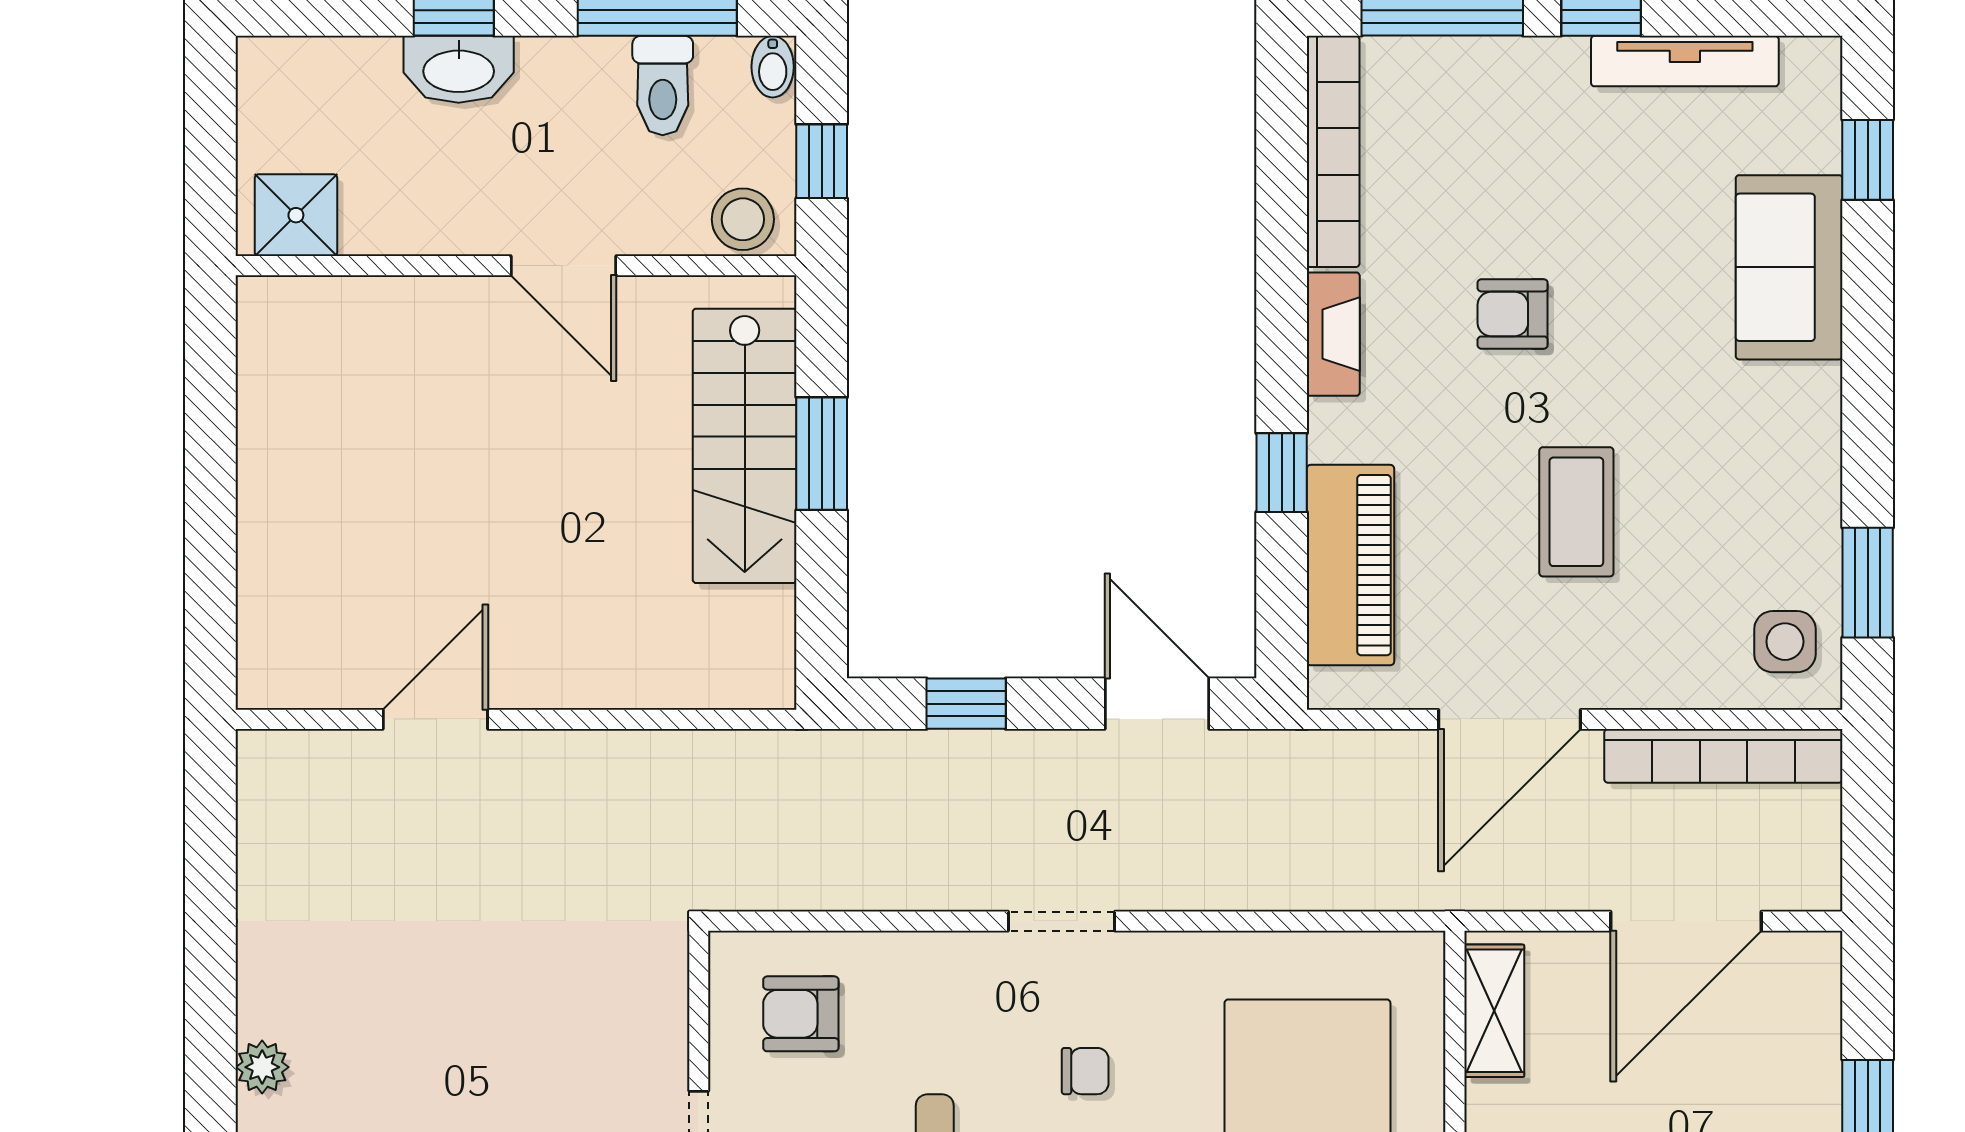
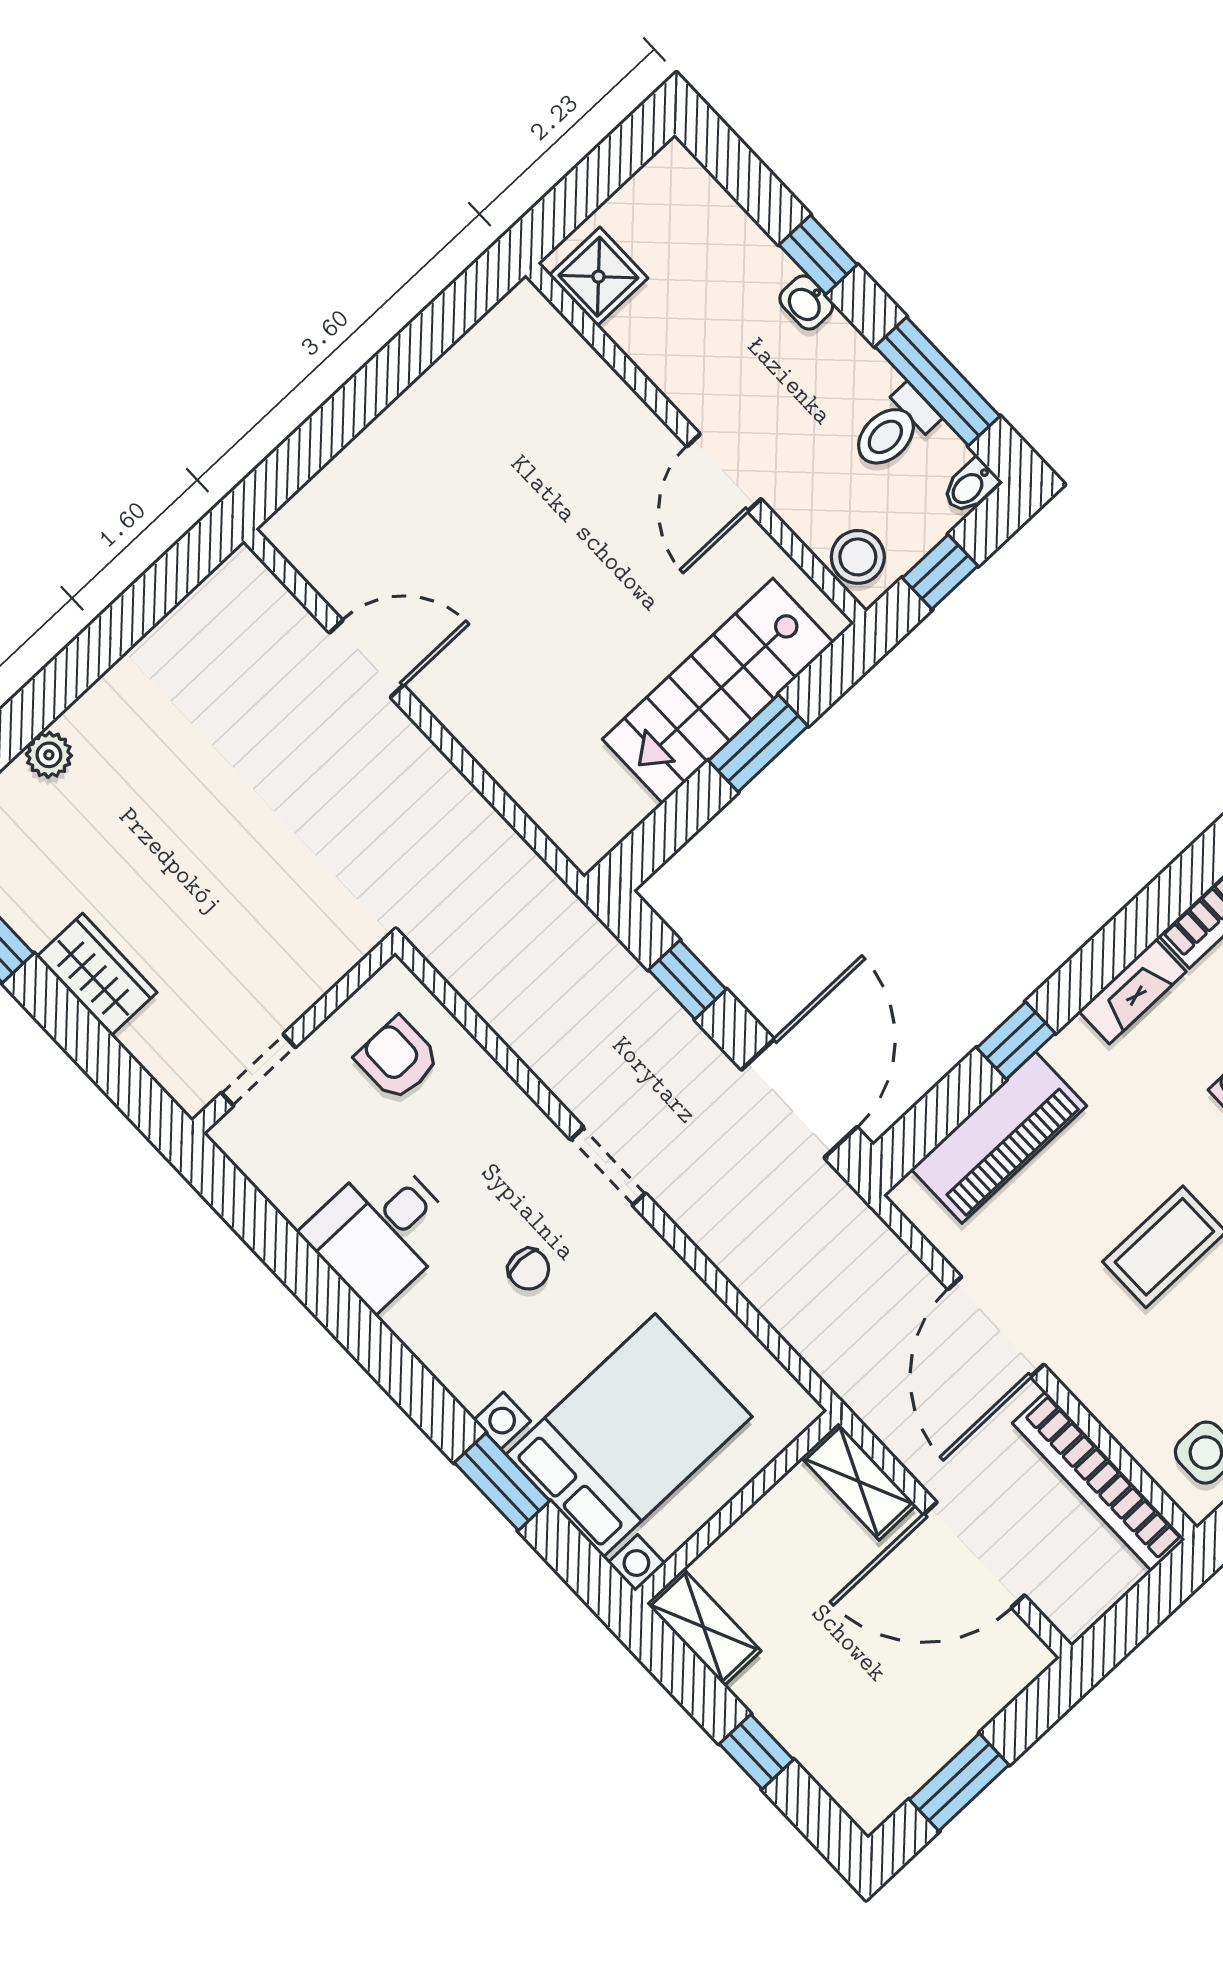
washbasin: (459, 69) -> (806, 303), width x0.52, depth x0.69
door: (1157, 704) -> (799, 1098), width x1.36
door: (1509, 719) -> (996, 1327), hinge flipped
shelving: (1494, 1011) -> (859, 1481), moved, turned 90

